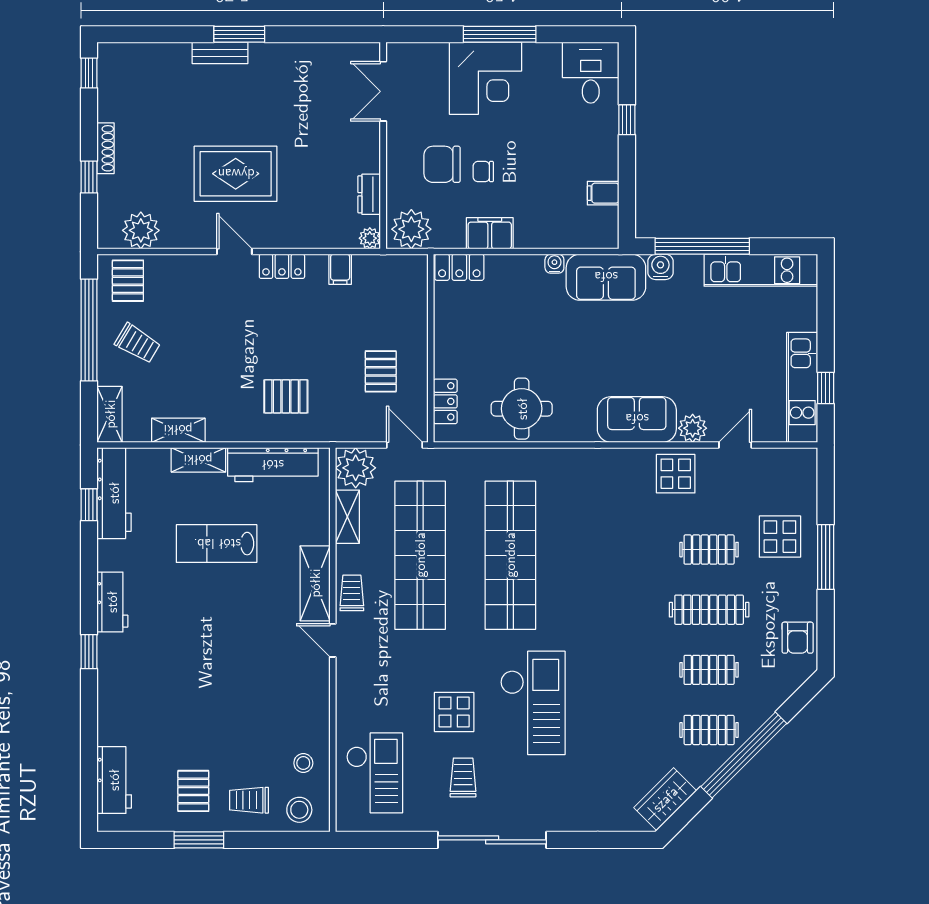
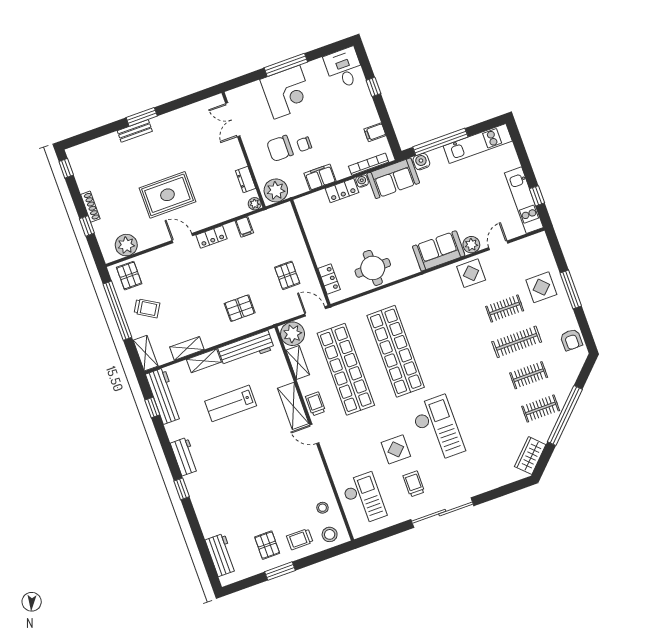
bookcase: (575, 240) -> (369, 164), added
locker: (459, 267) -> (342, 190), moved

